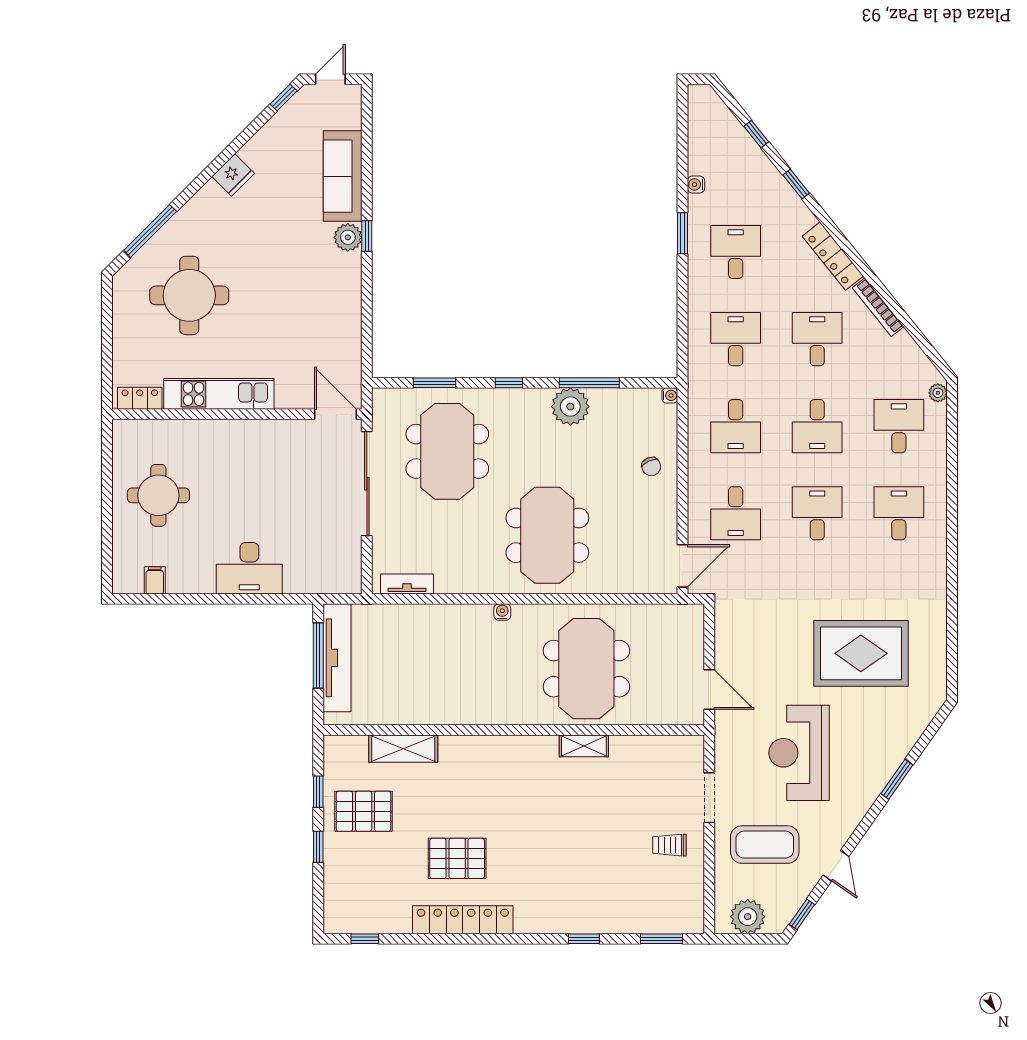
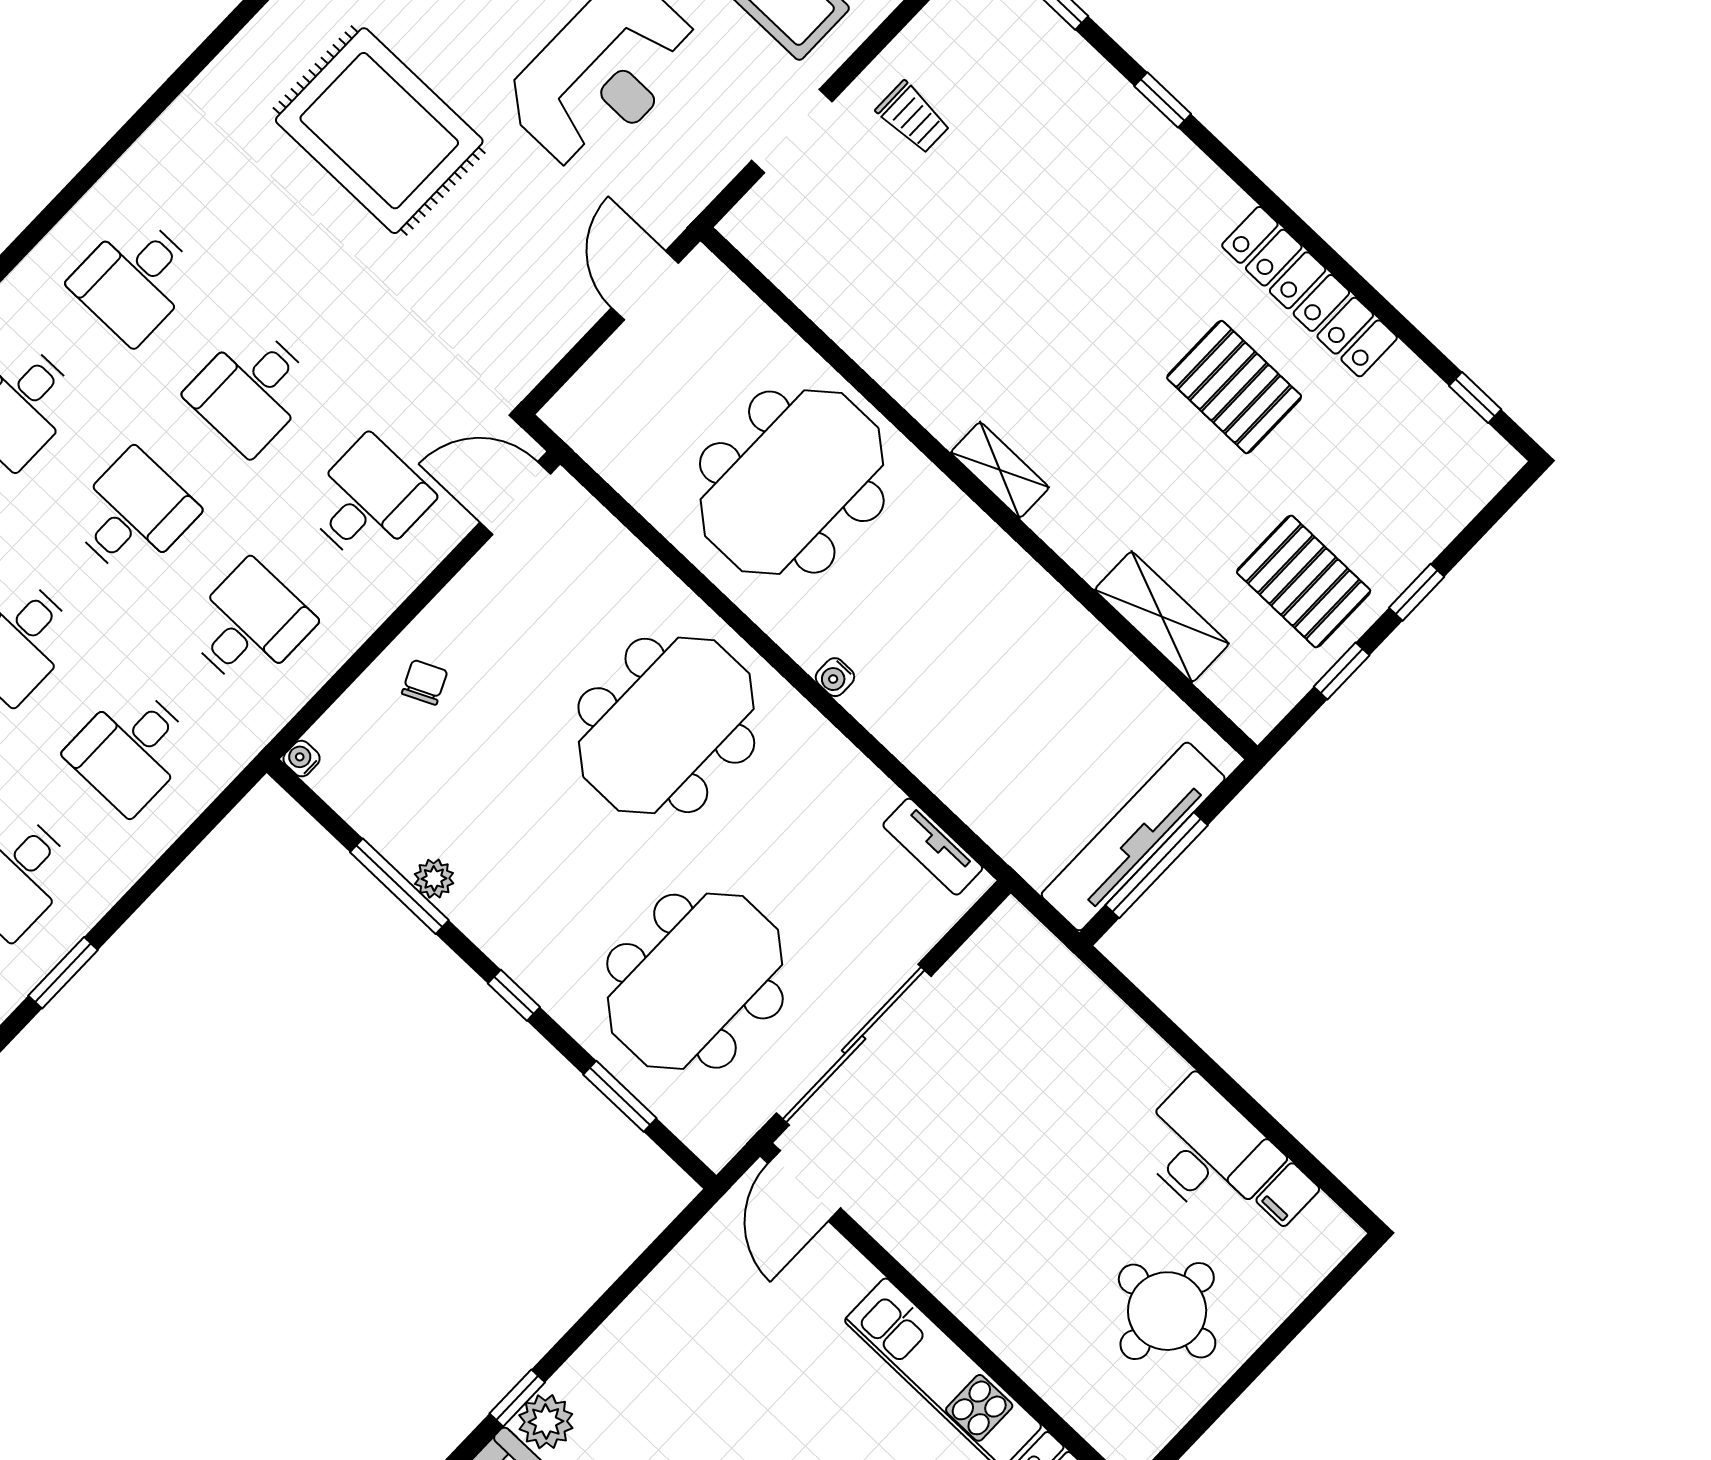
plant: (570, 407) -> (434, 879), width x0.53, depth x0.53
desk: (249, 568) -> (1207, 1151), moved
shelving: (584, 746) -> (1000, 470), moved

